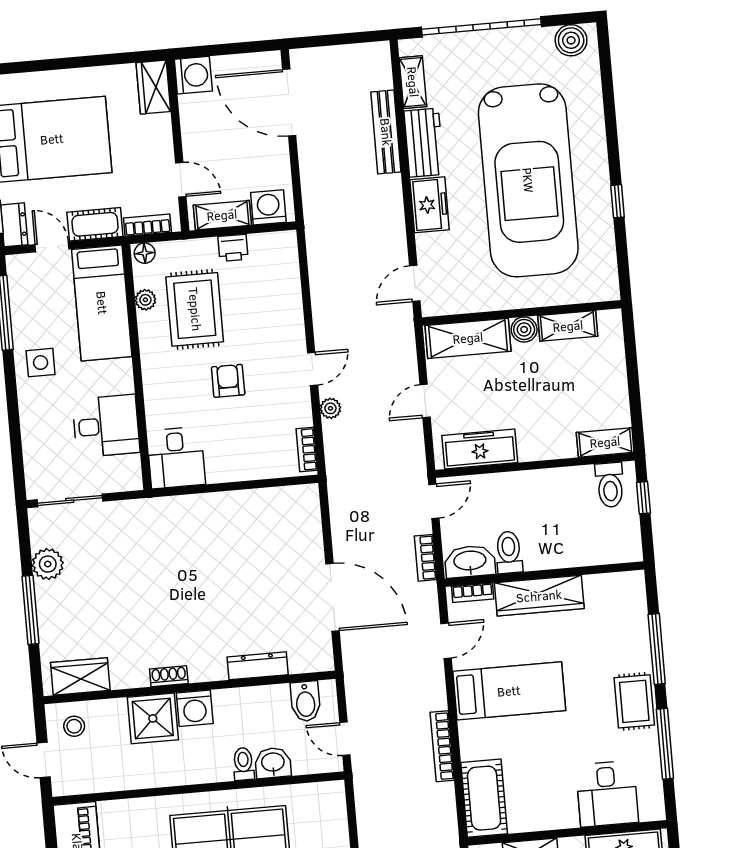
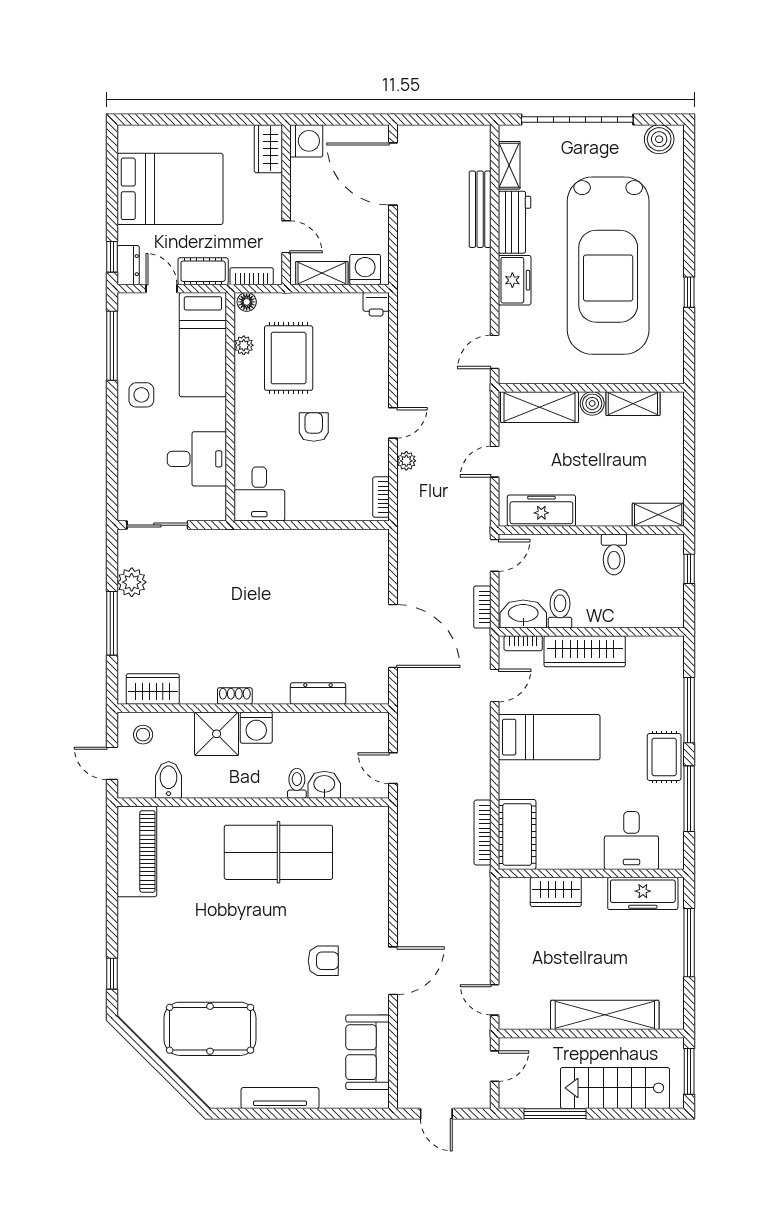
printer: (233, 248) -> (376, 304), moved
toilet: (610, 485) -> (614, 554), moved
bidet: (305, 701) -> (169, 780), moved, turned 180
bookcase: (442, 746) -> (482, 833), moved

